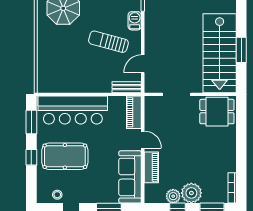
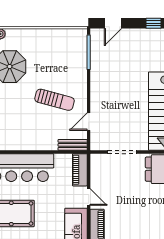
barbecue: (135, 21) -> (81, 79), removed
sun lounger: (108, 42) -> (55, 100), turned 180

